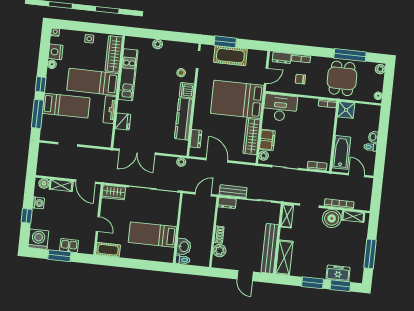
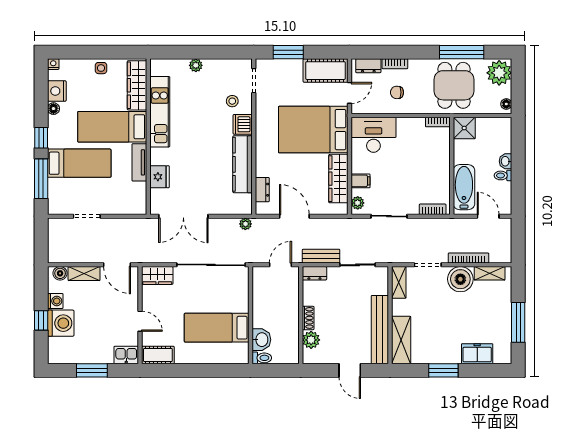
cot: (230, 56) -> (326, 71), moved
plant: (380, 69) -> (499, 73), width x1.88, depth x1.88
filing cabinet: (267, 140) -> (360, 181), width x0.50
washing machine: (38, 239) -> (61, 323), moved, turned 90
kitchen sink: (69, 246) -> (126, 355), moved
window: (340, 286) -> (482, 370), removed

